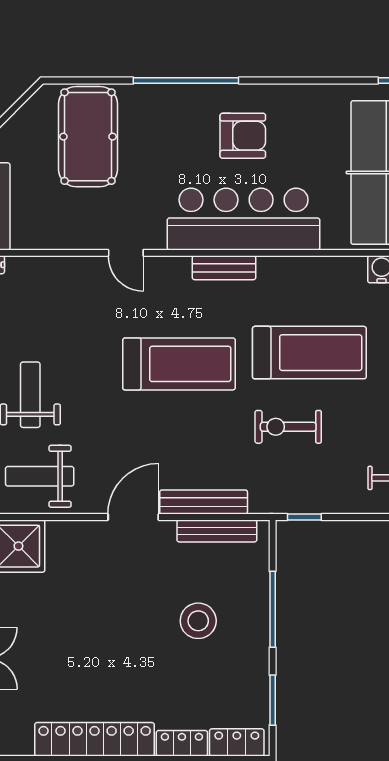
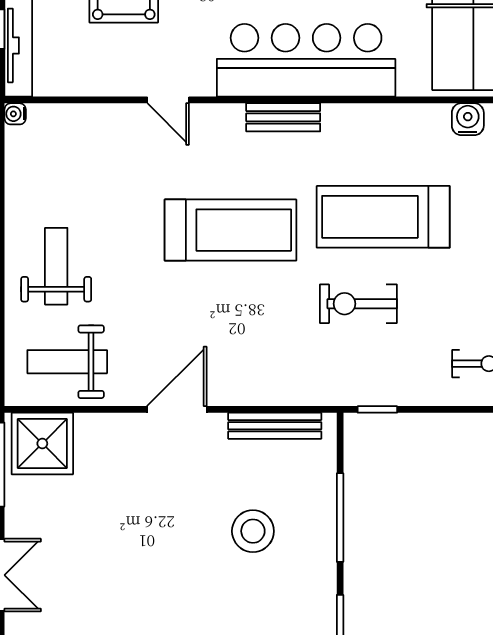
treadmill: (309, 353) -> (383, 217), turned 180
bench: (204, 502) -> (259, 392), removed

